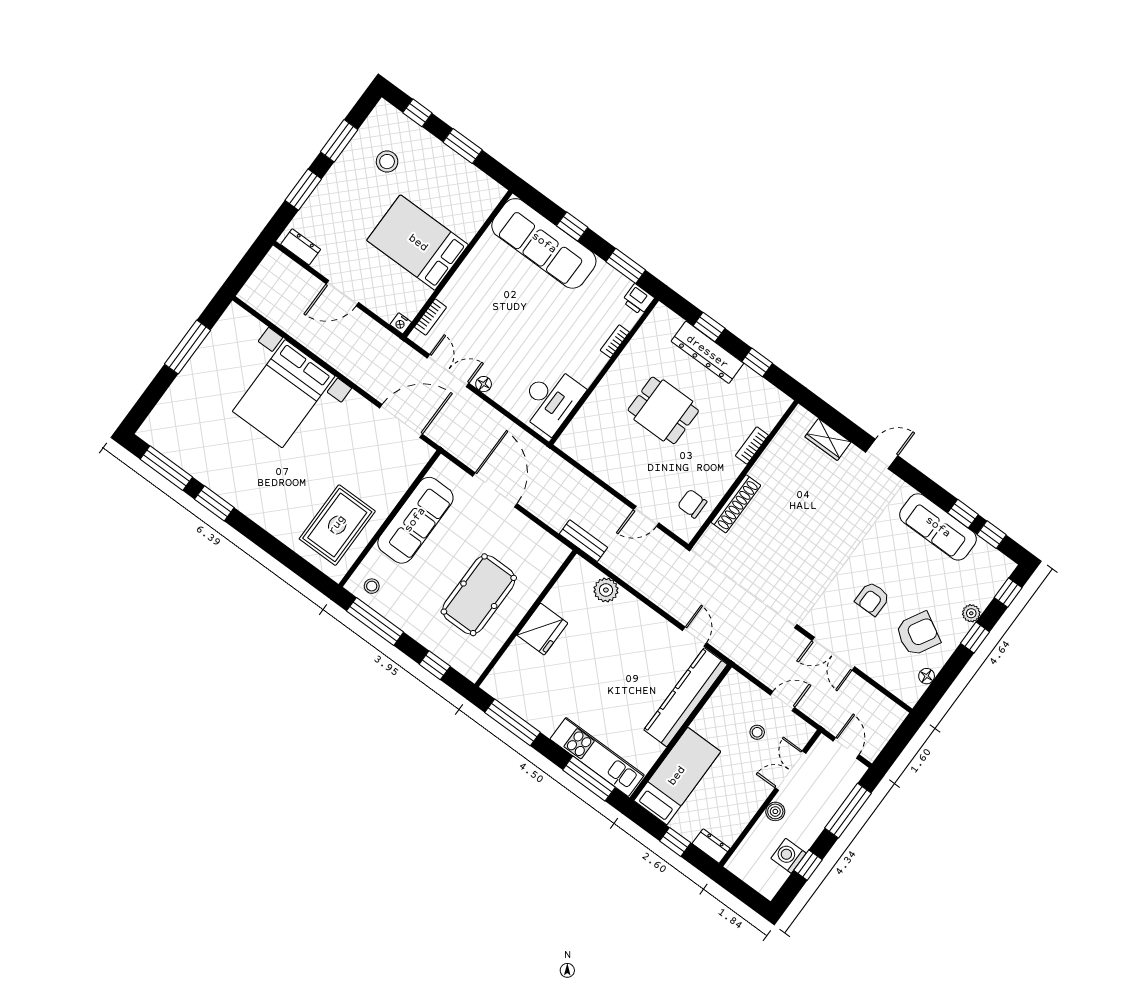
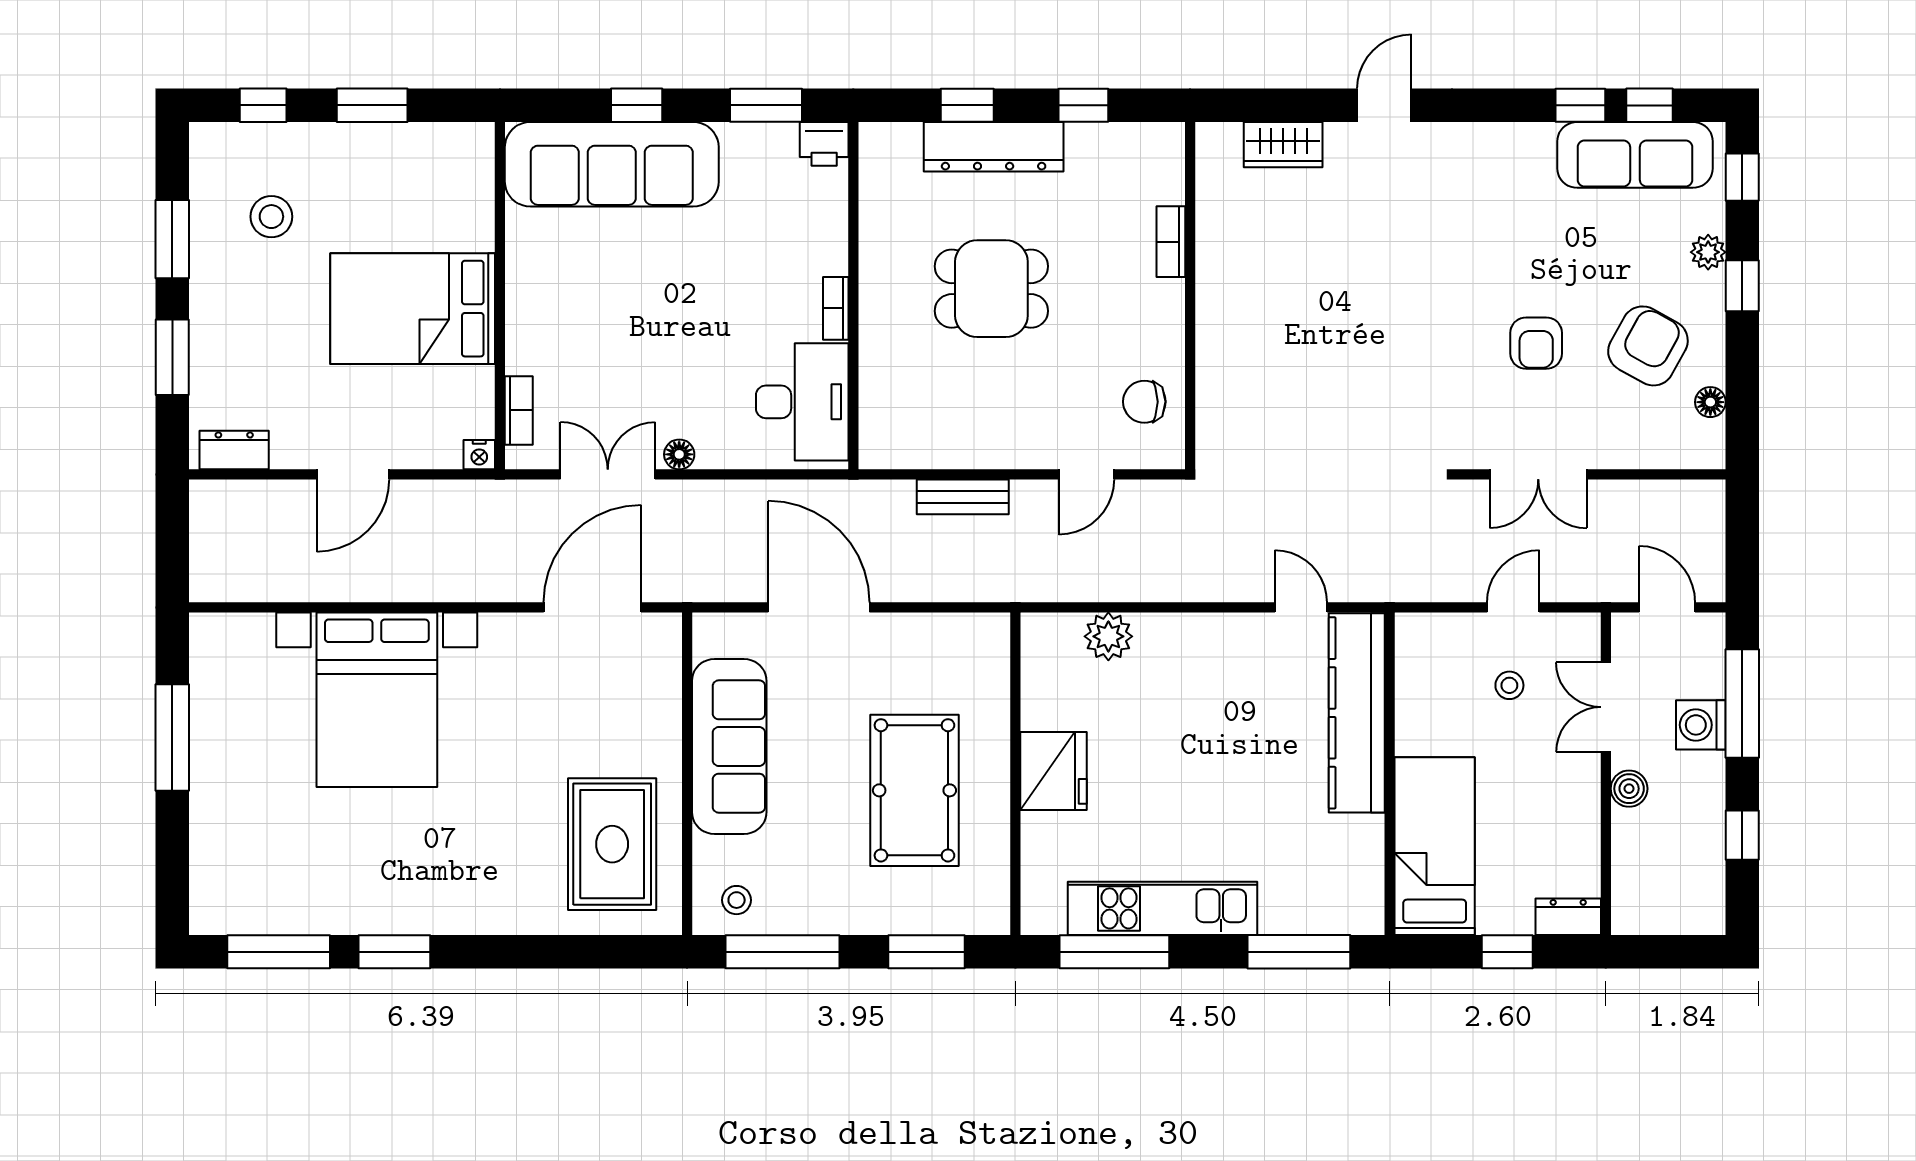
bookcase: (615, 341) -> (836, 308), moved
shoe rack: (736, 504) -> (1213, 352), removed
sofa: (938, 527) -> (1635, 155), moved
bench: (583, 541) -> (963, 497), moved
window: (435, 665) -> (926, 952), width x1.50
kitchen unit: (597, 757) -> (1163, 908), moved
washing machine: (788, 856) -> (1701, 725), moved

